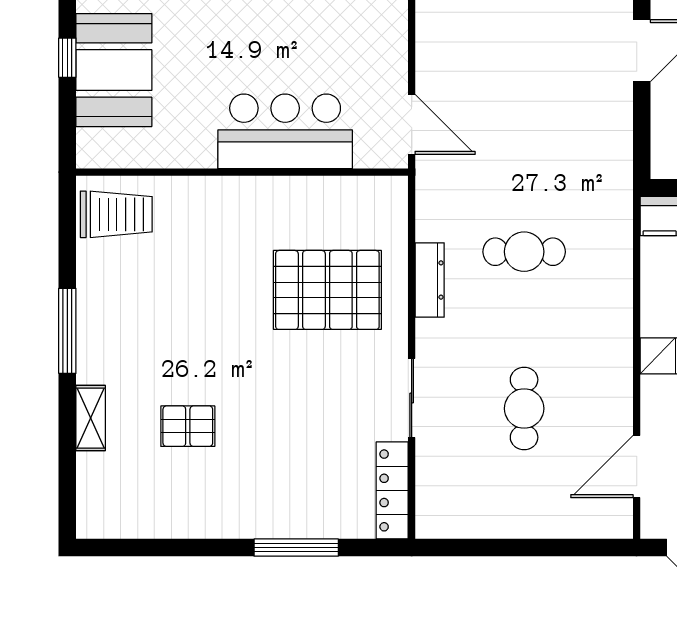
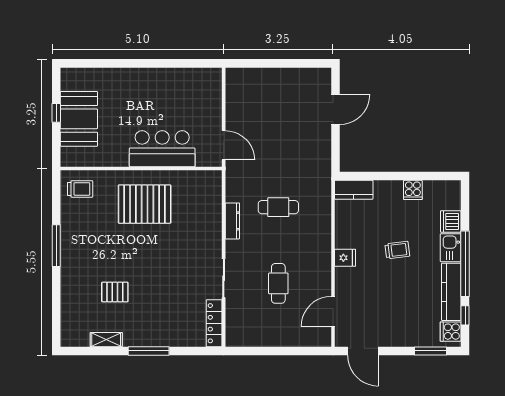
trolley: (116, 214) -> (80, 189), width x0.73, depth x0.72
pallet: (327, 290) -> (145, 204), moved
shelving: (91, 418) -> (106, 340), moved, turned 90
window: (296, 548) -> (149, 351), moved

